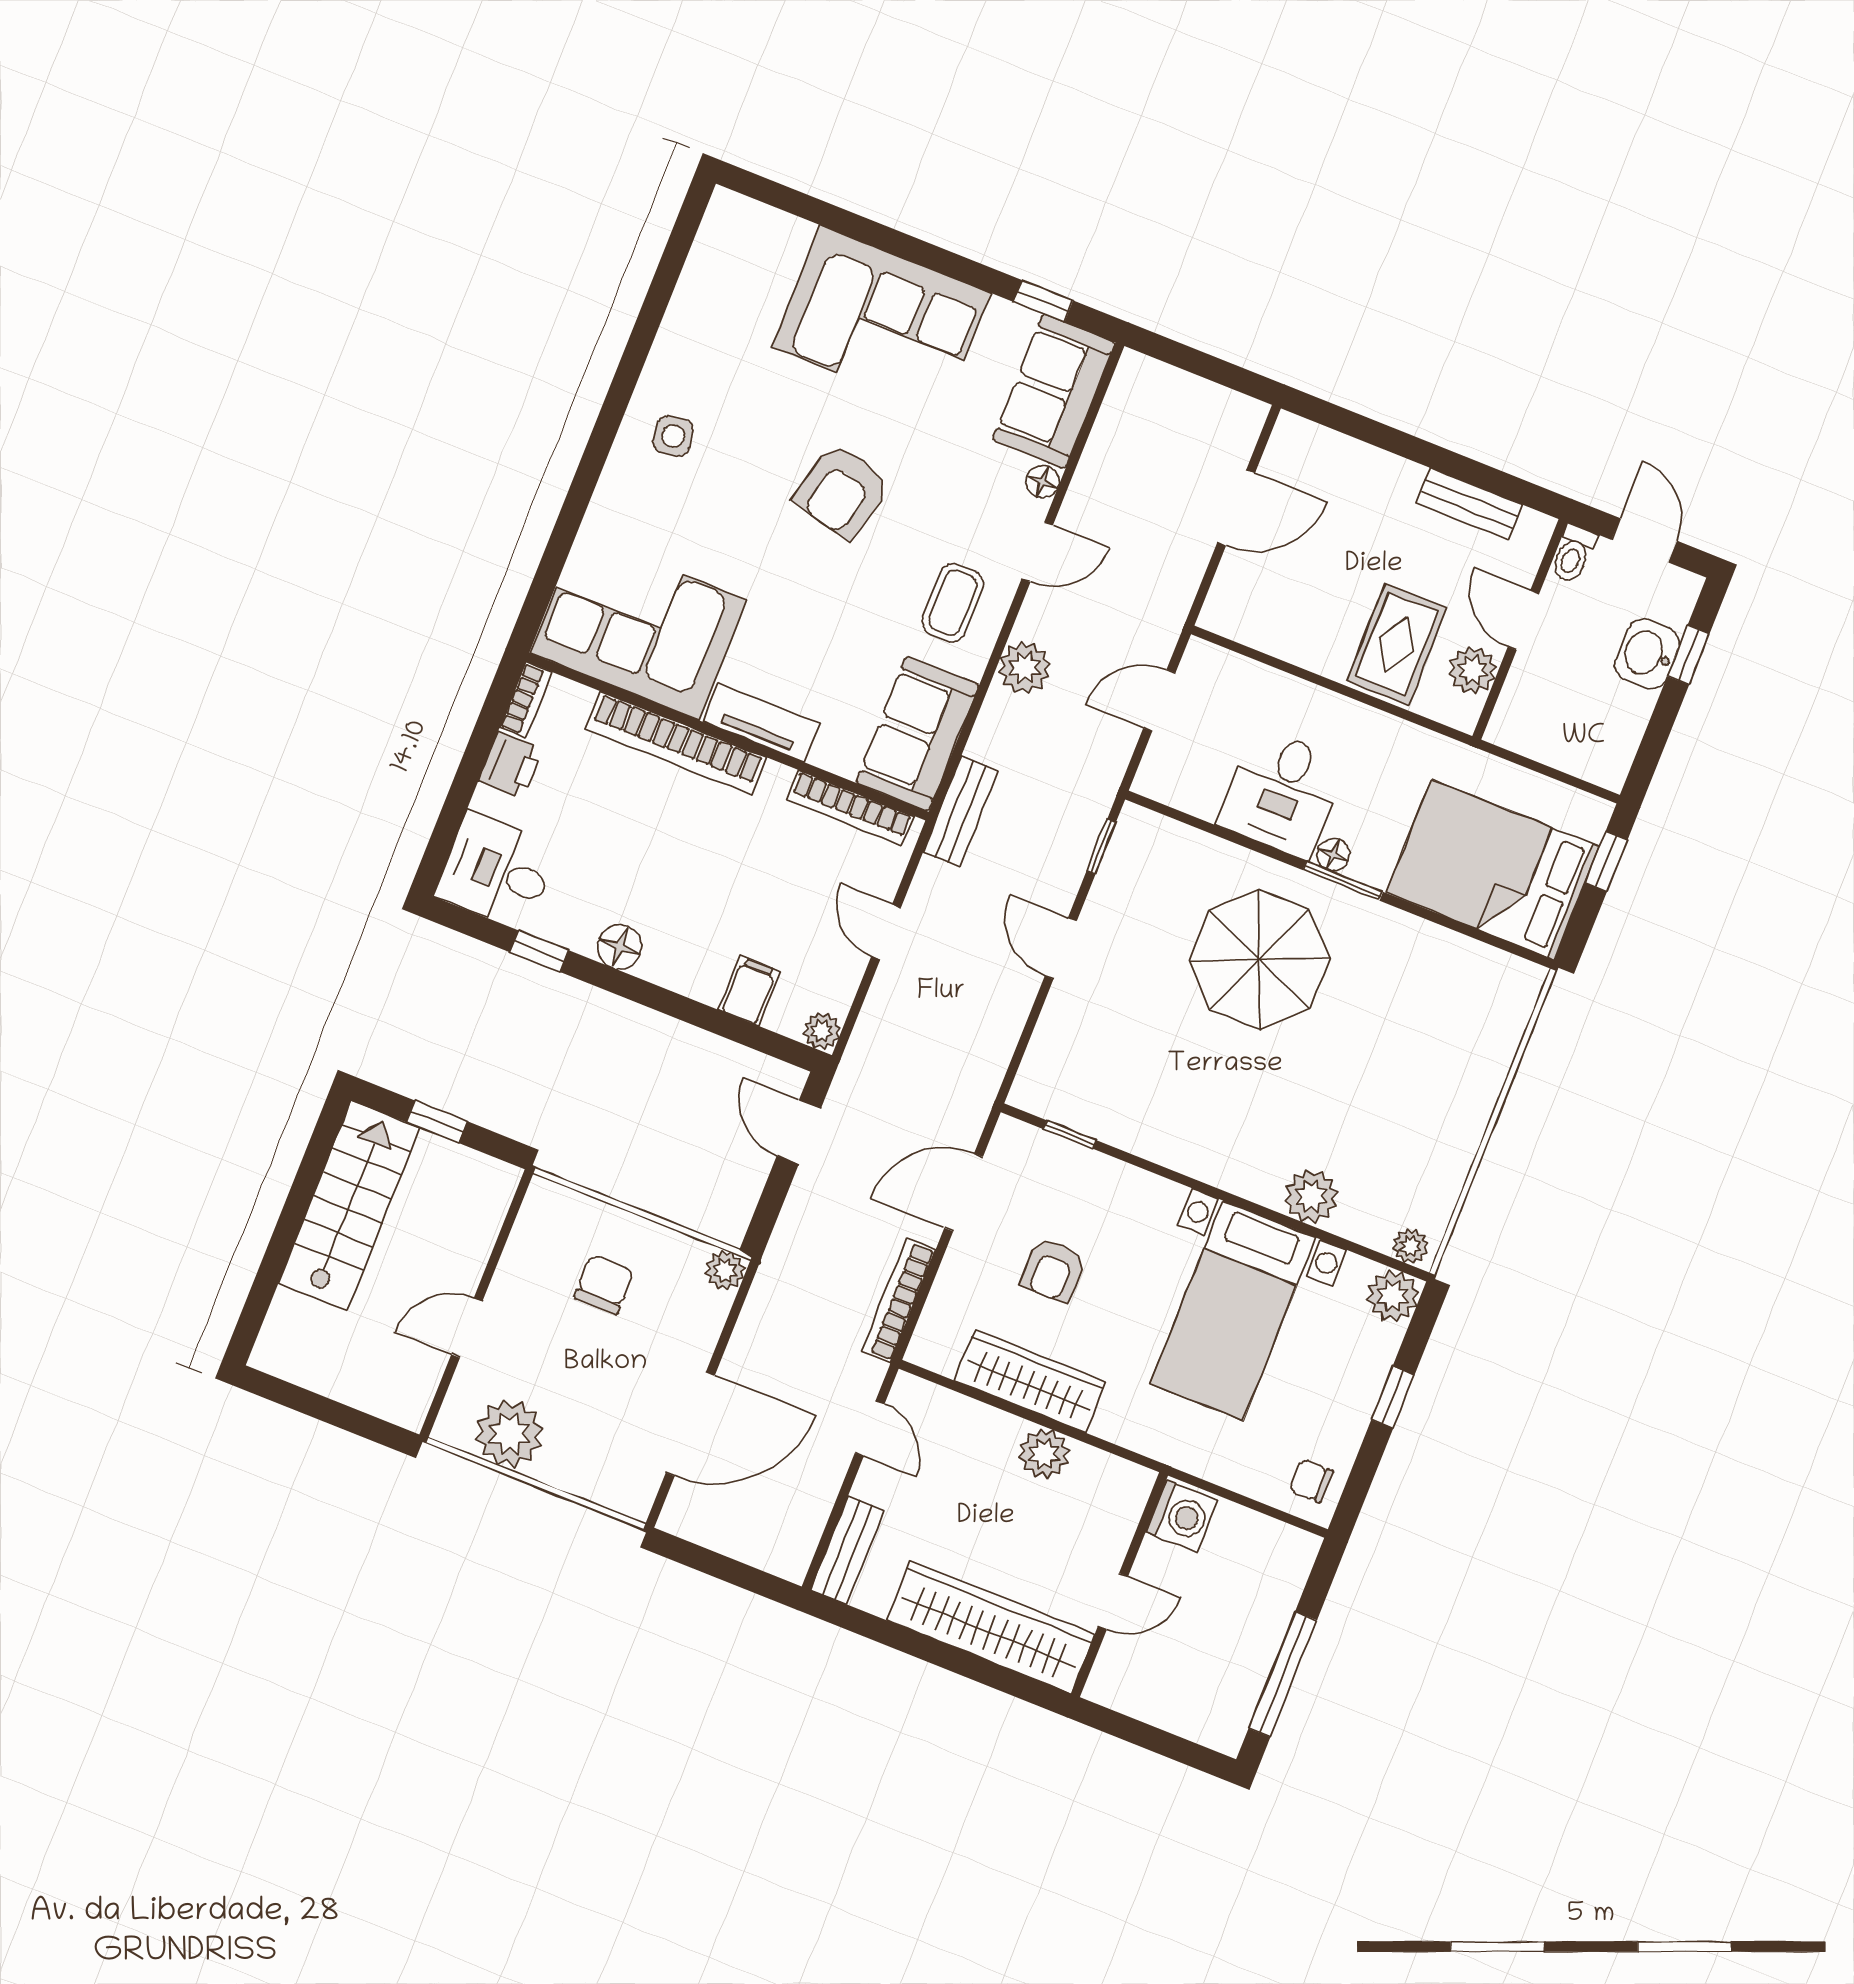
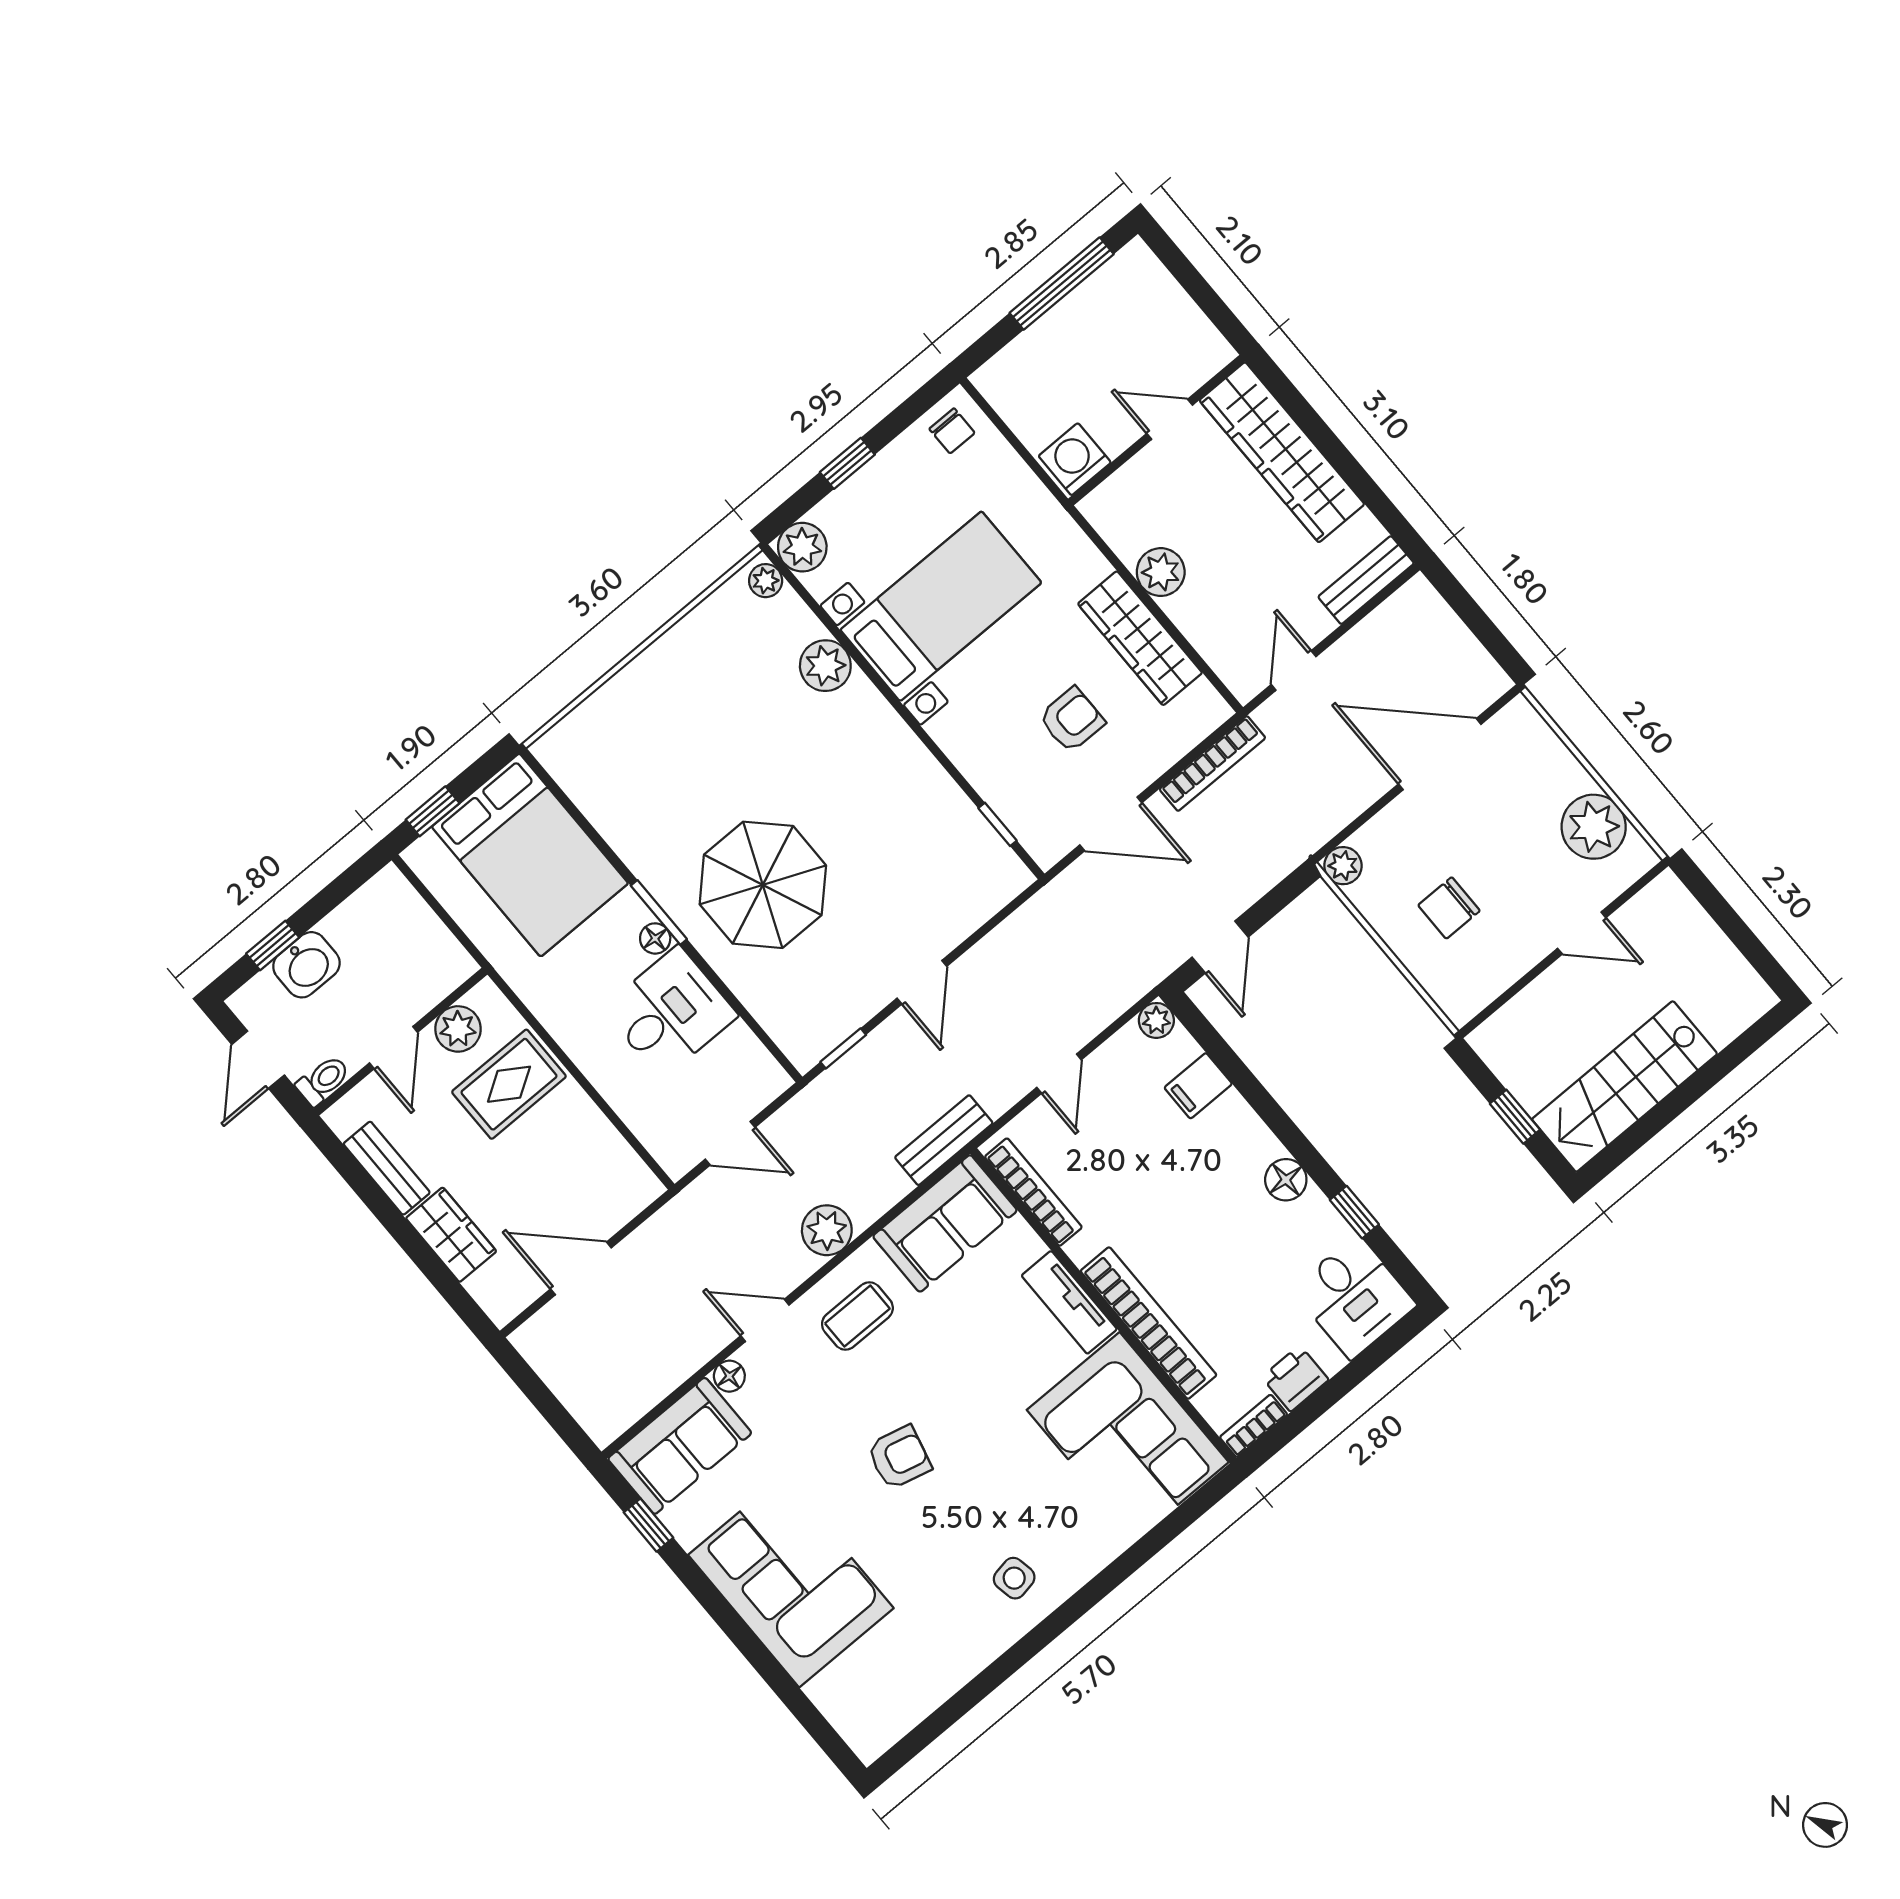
wardrobe: (1375, 474) -> (451, 1235), added
armchair: (842, 491) -> (899, 1457), width x0.72, depth x0.72

